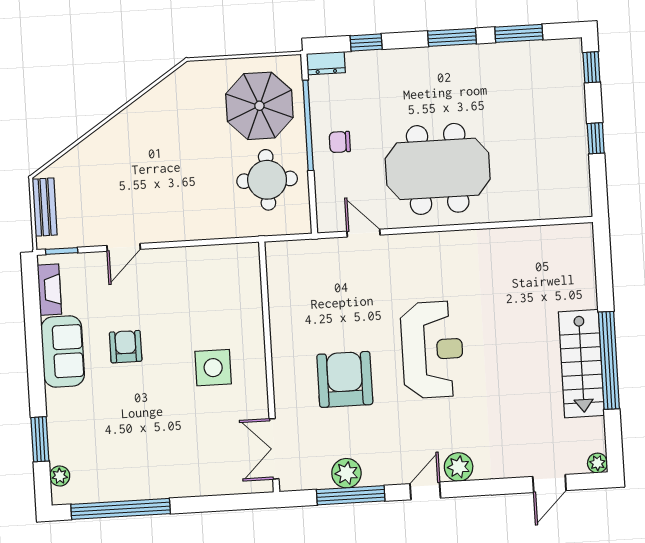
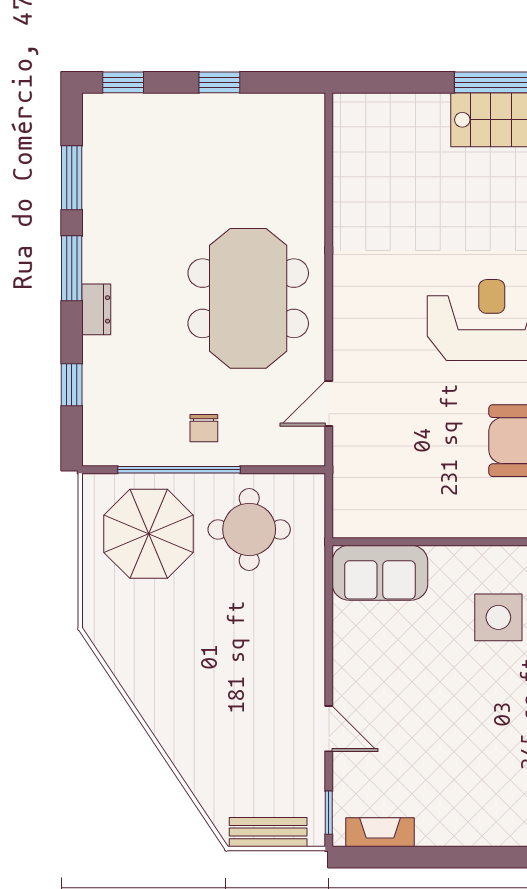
dresser: (326, 63) -> (96, 309), moved
armchair: (126, 347) -> (463, 734), removed
sofa: (63, 351) -> (380, 573), moved, turned 180

